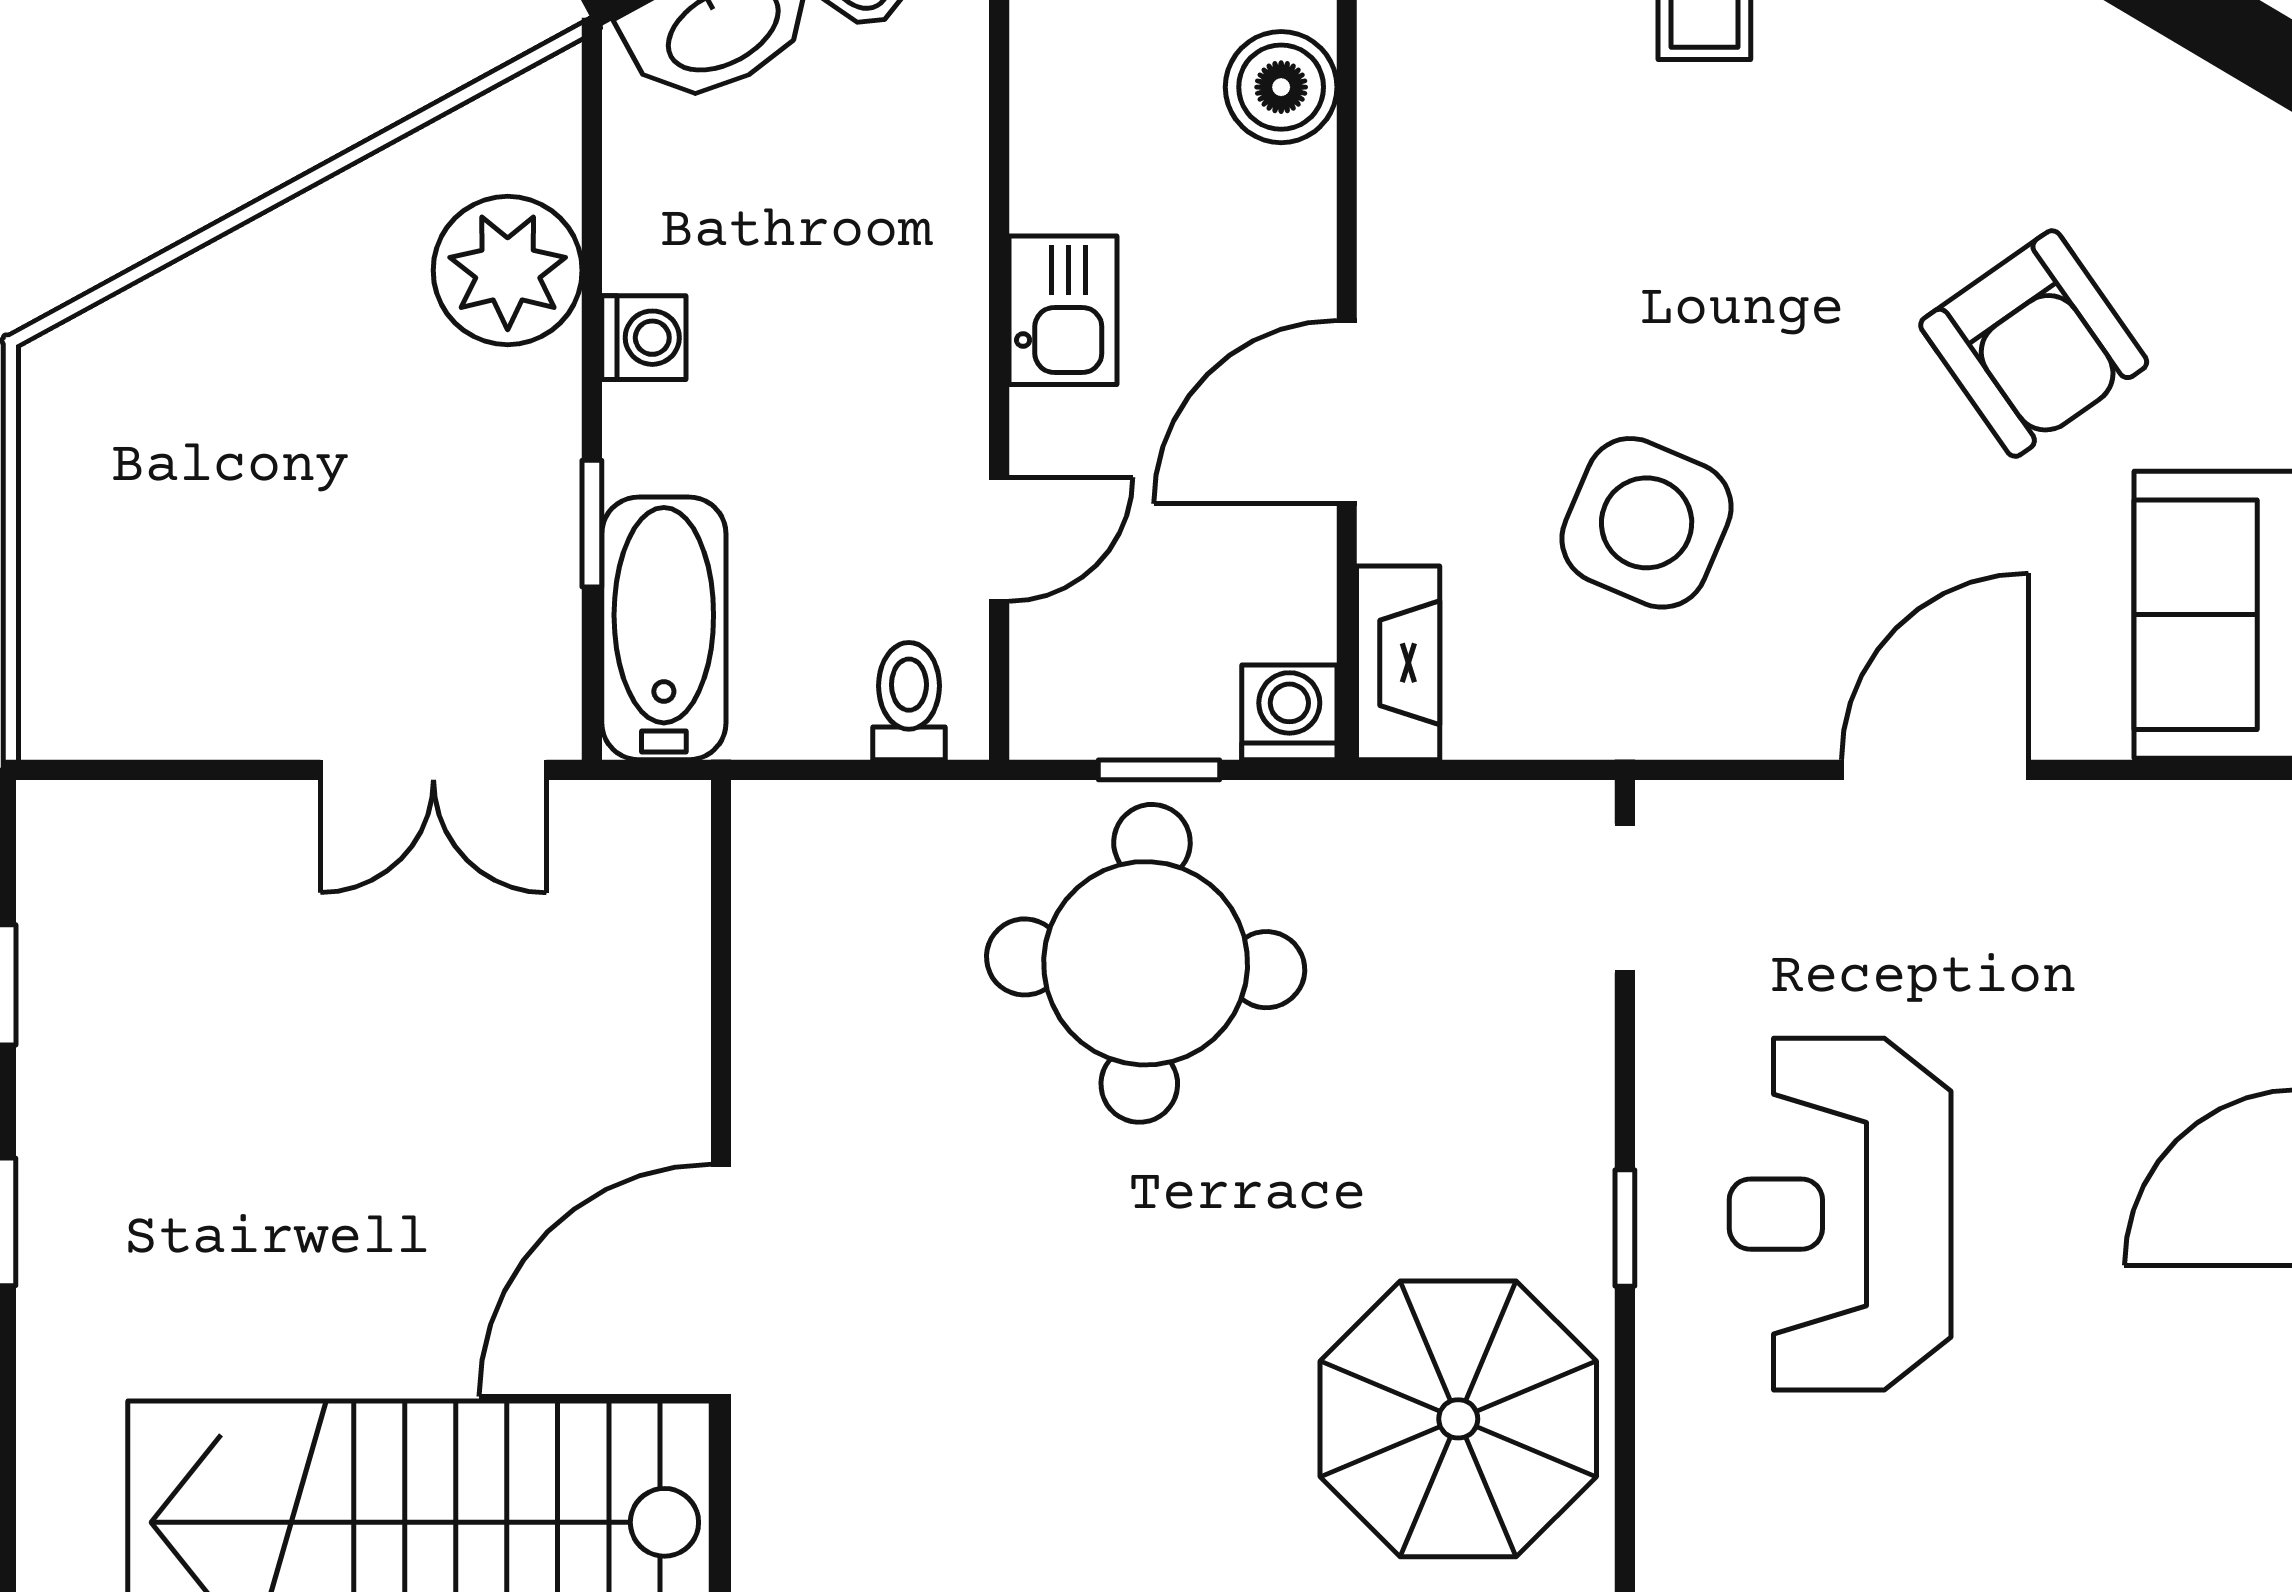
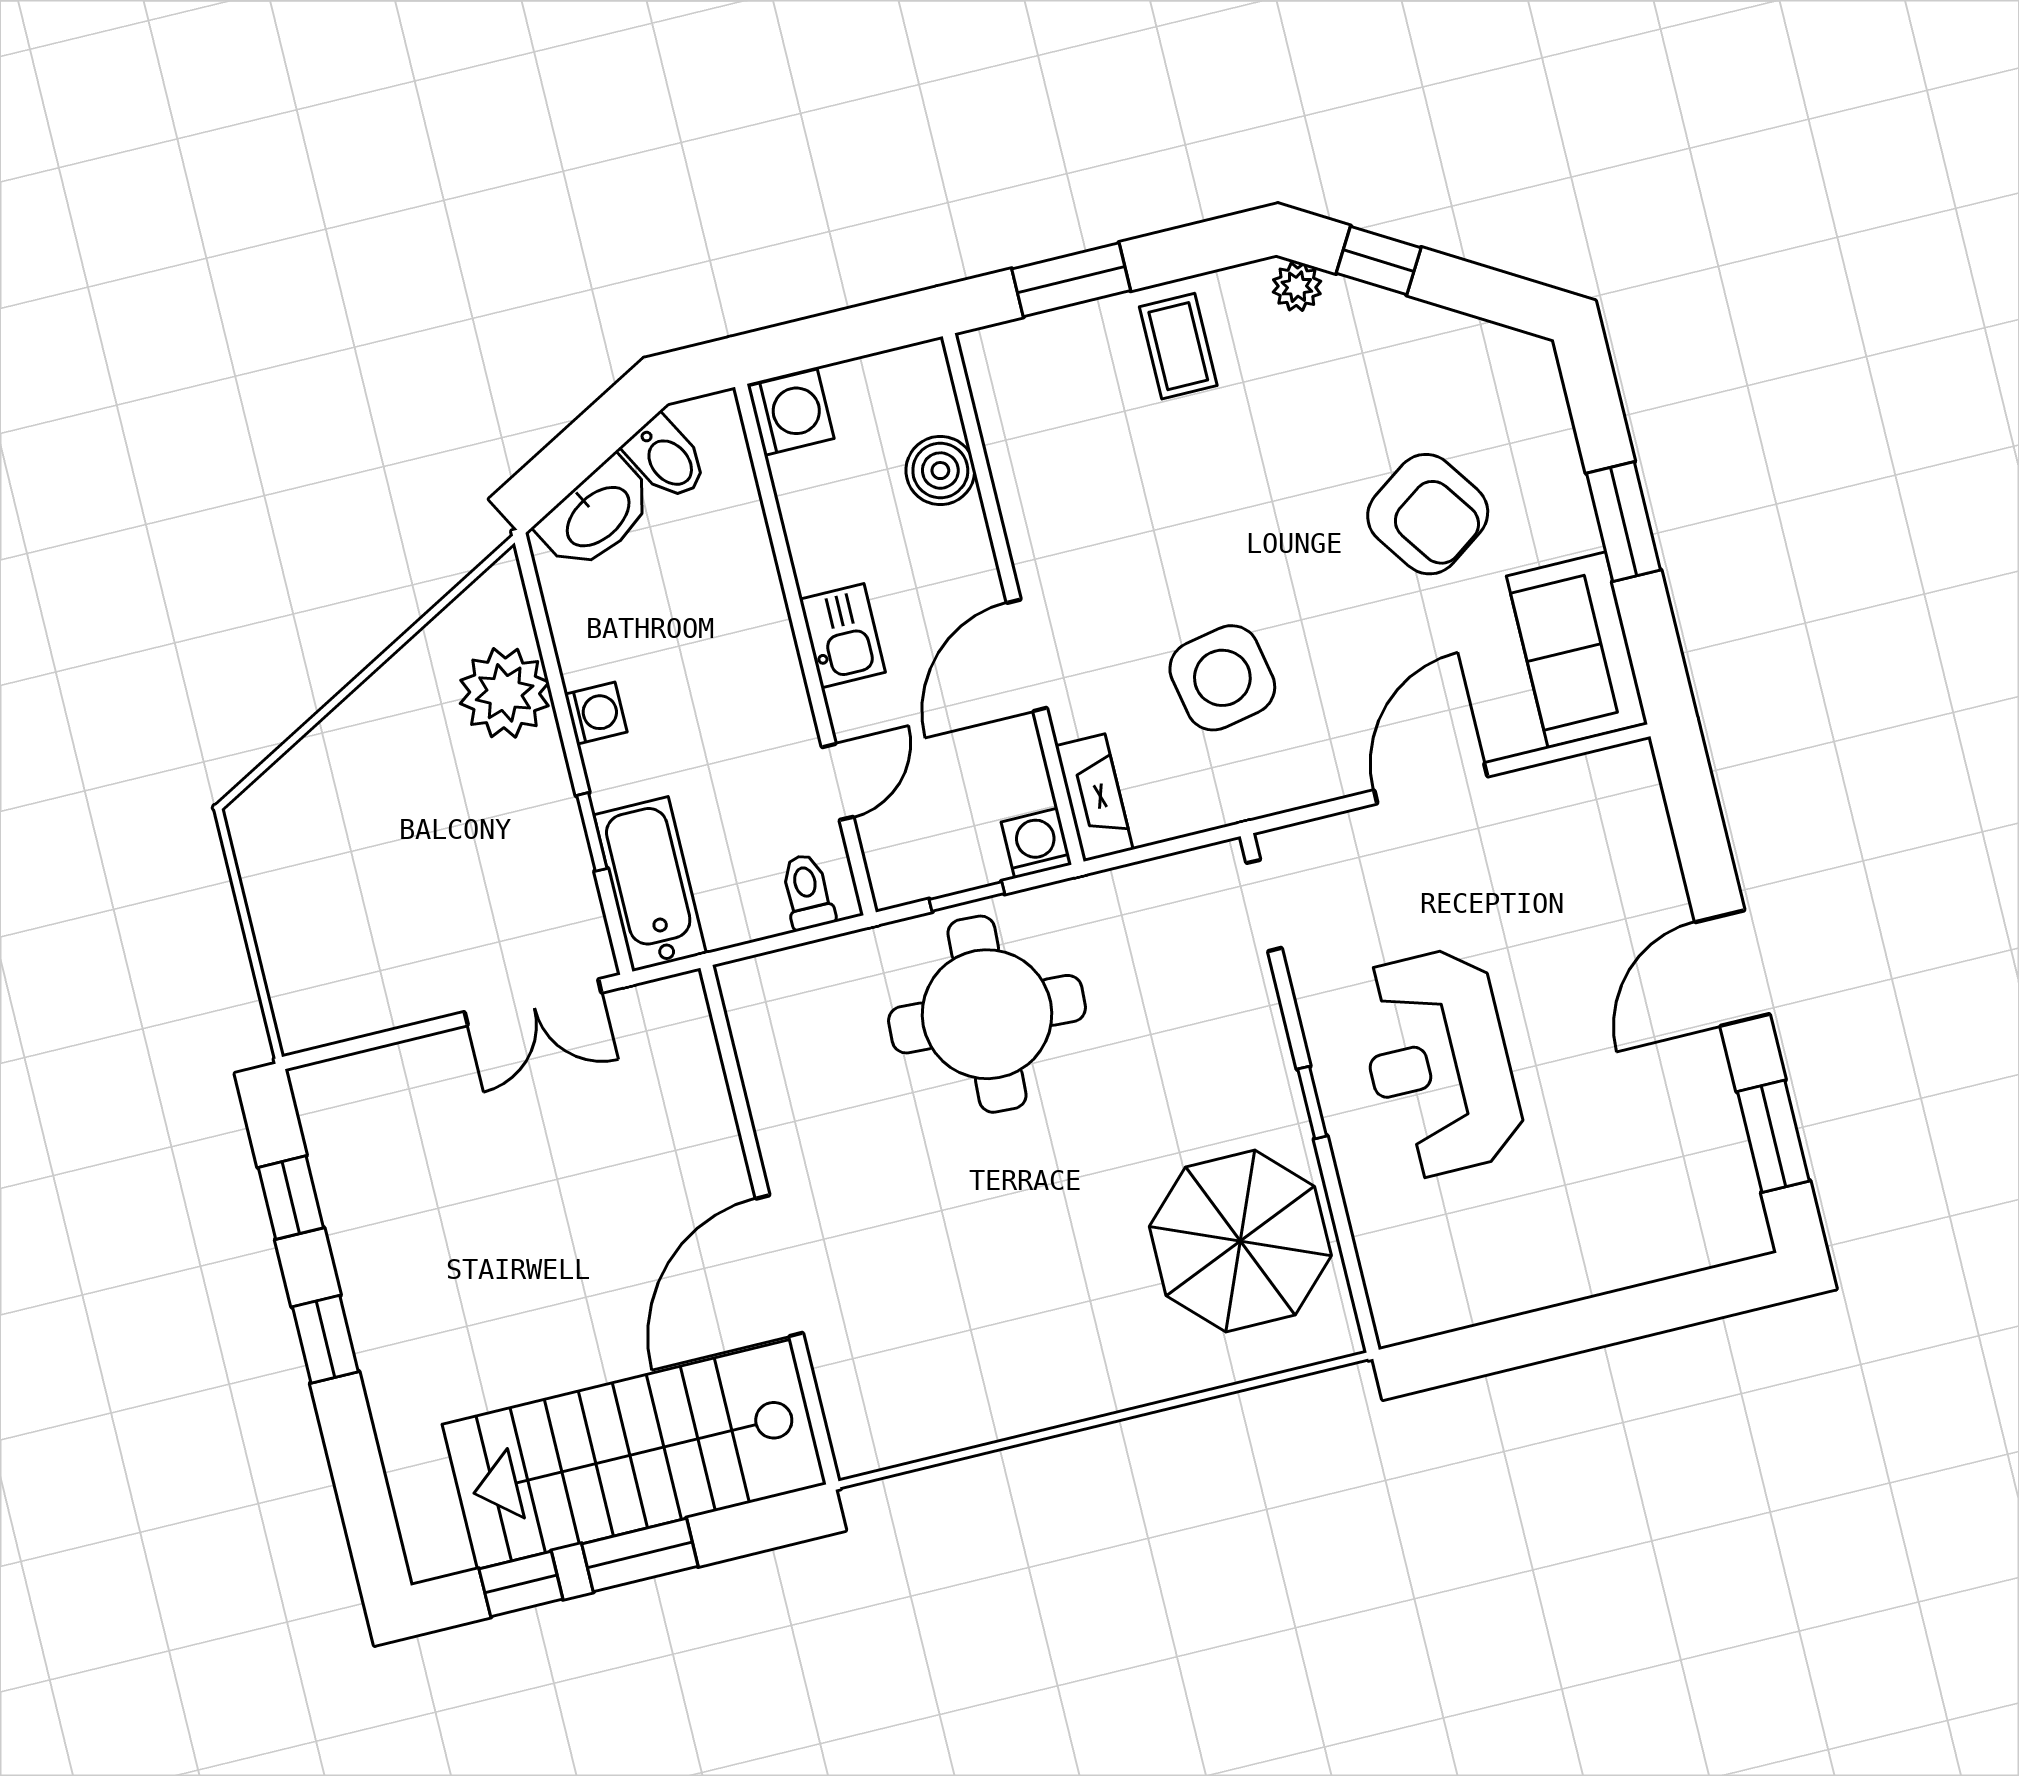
side table: (1647, 523) -> (1222, 678), turned -34

